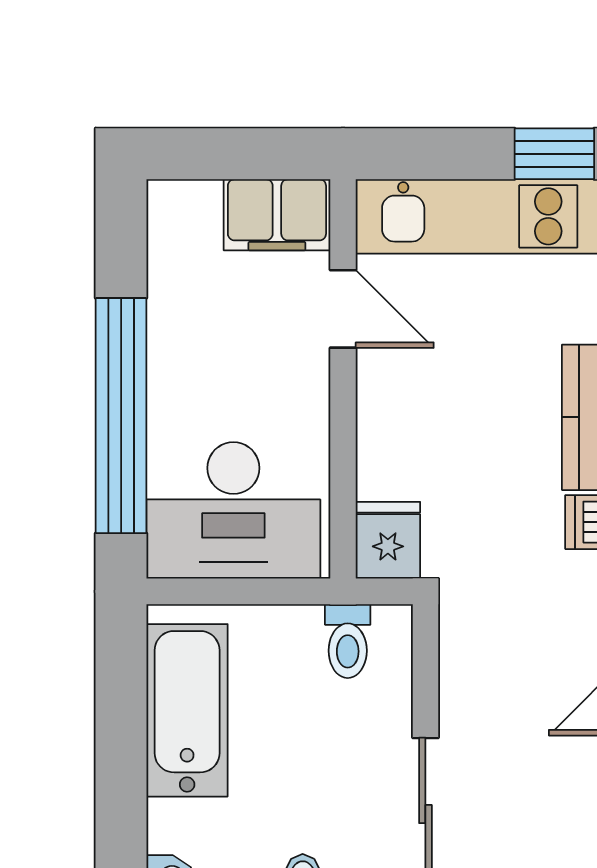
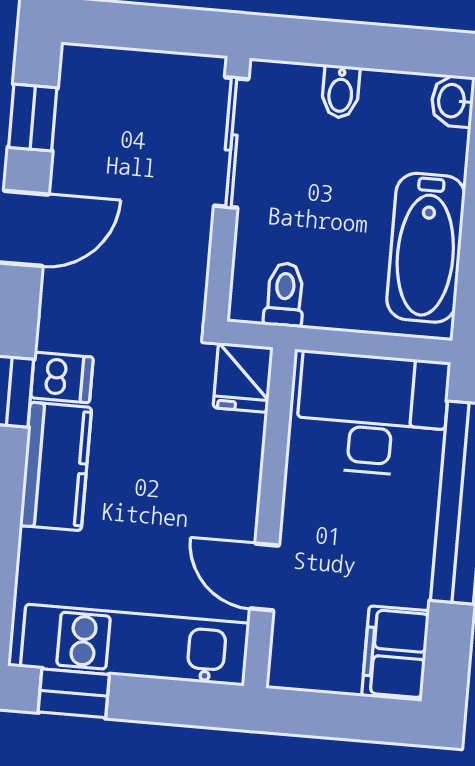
filing cabinet: (277, 215) -> (395, 654), moved, turned -90

